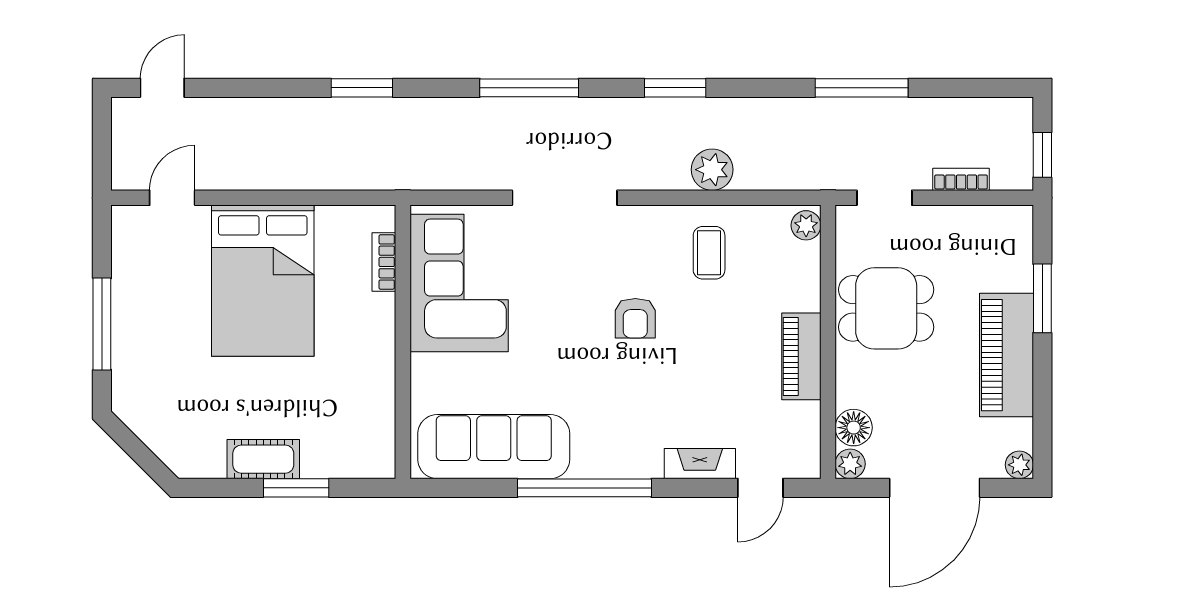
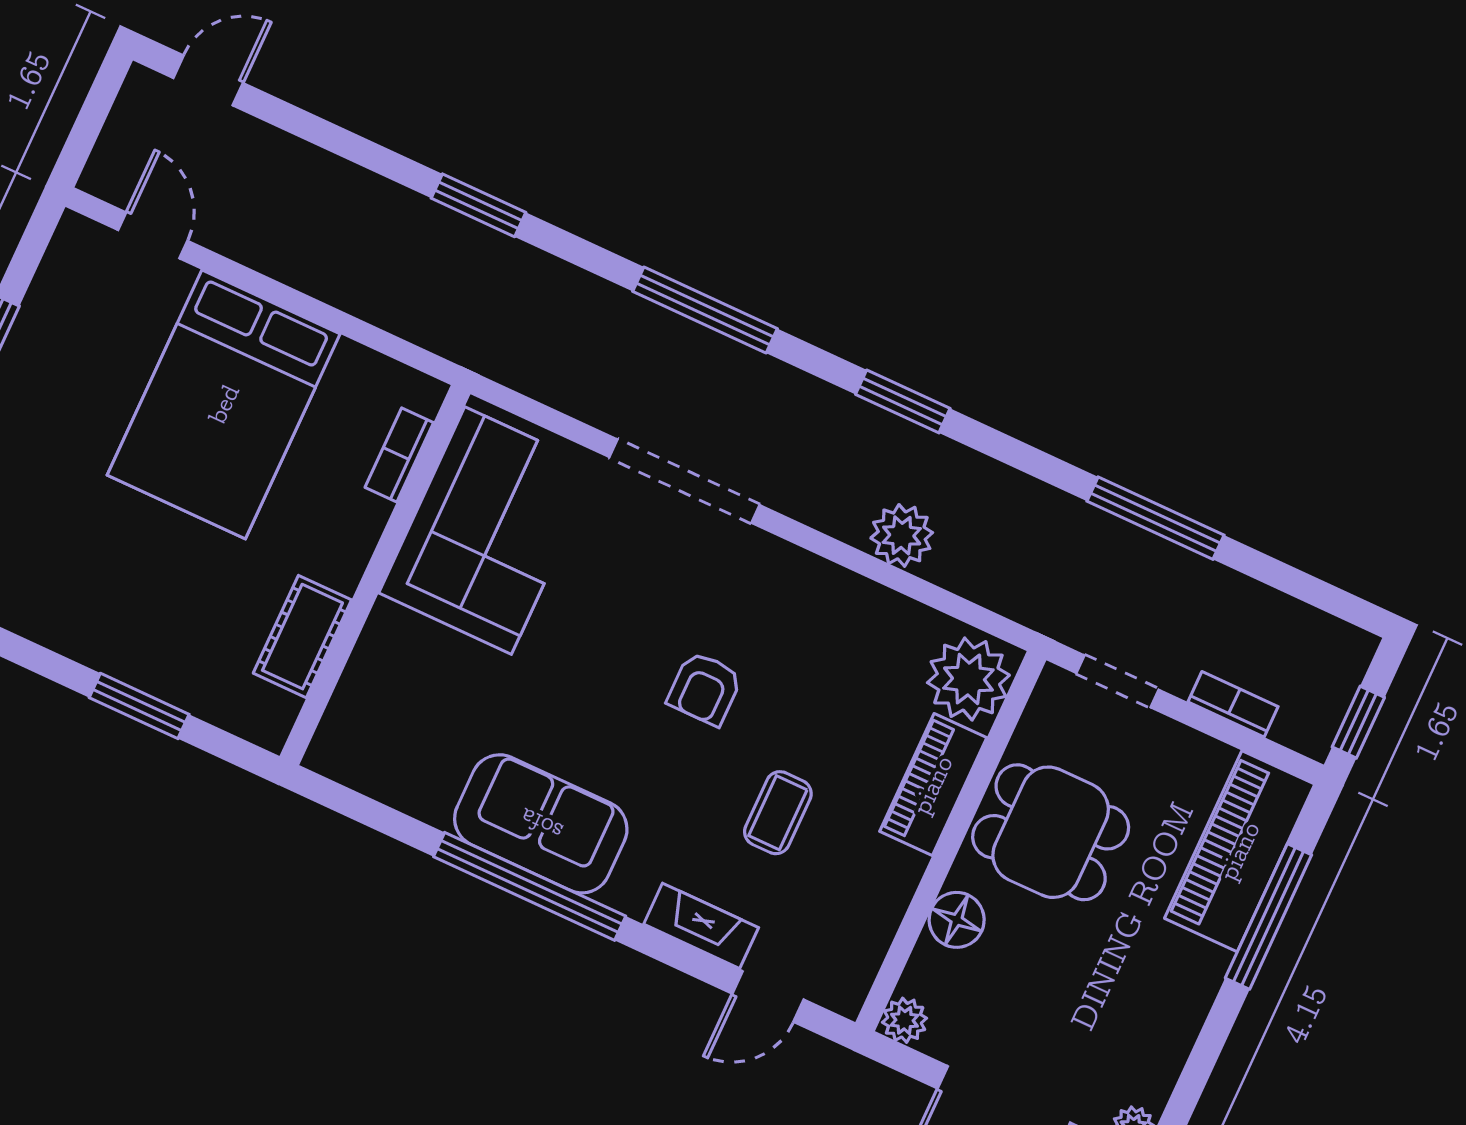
door: (172, 198) -> (153, 235), hinge flipped
plant: (806, 225) -> (968, 679), width x1.87, depth x1.87
coffee table: (709, 253) -> (778, 813), moved
window: (1042, 298) -> (1268, 917), width x1.44
piano: (1006, 355) -> (1240, 851), moved
piano: (801, 356) -> (933, 785), moved
floor lamp: (854, 428) -> (957, 920), moved
sofa: (494, 447) -> (541, 824), moved, width x0.73
cot: (263, 459) -> (302, 637), moved, turned 90

